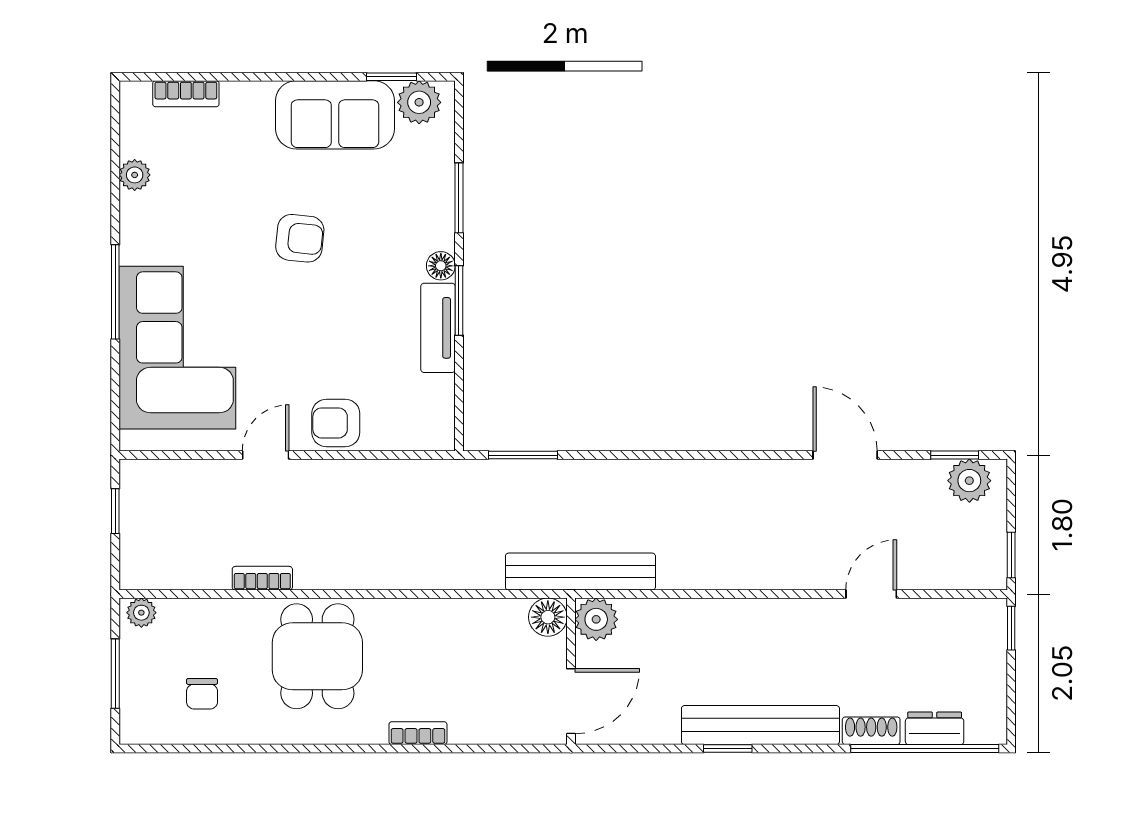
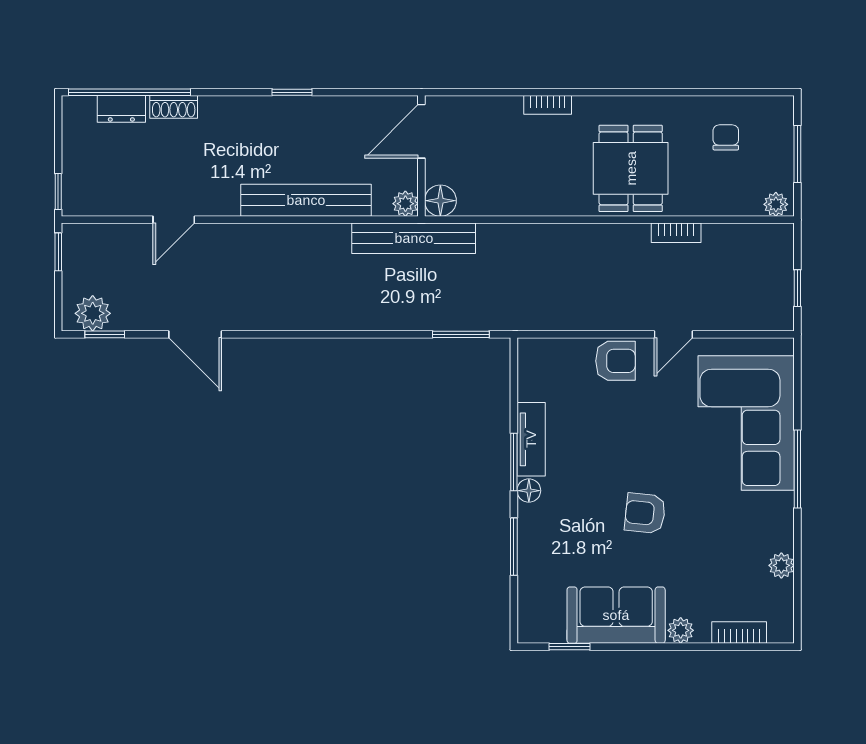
plant: (419, 102) -> (681, 630), moved, width x0.73, depth x0.73
plant: (596, 619) -> (405, 204), width x0.73, depth x0.73
bench: (760, 725) -> (306, 200), moved

